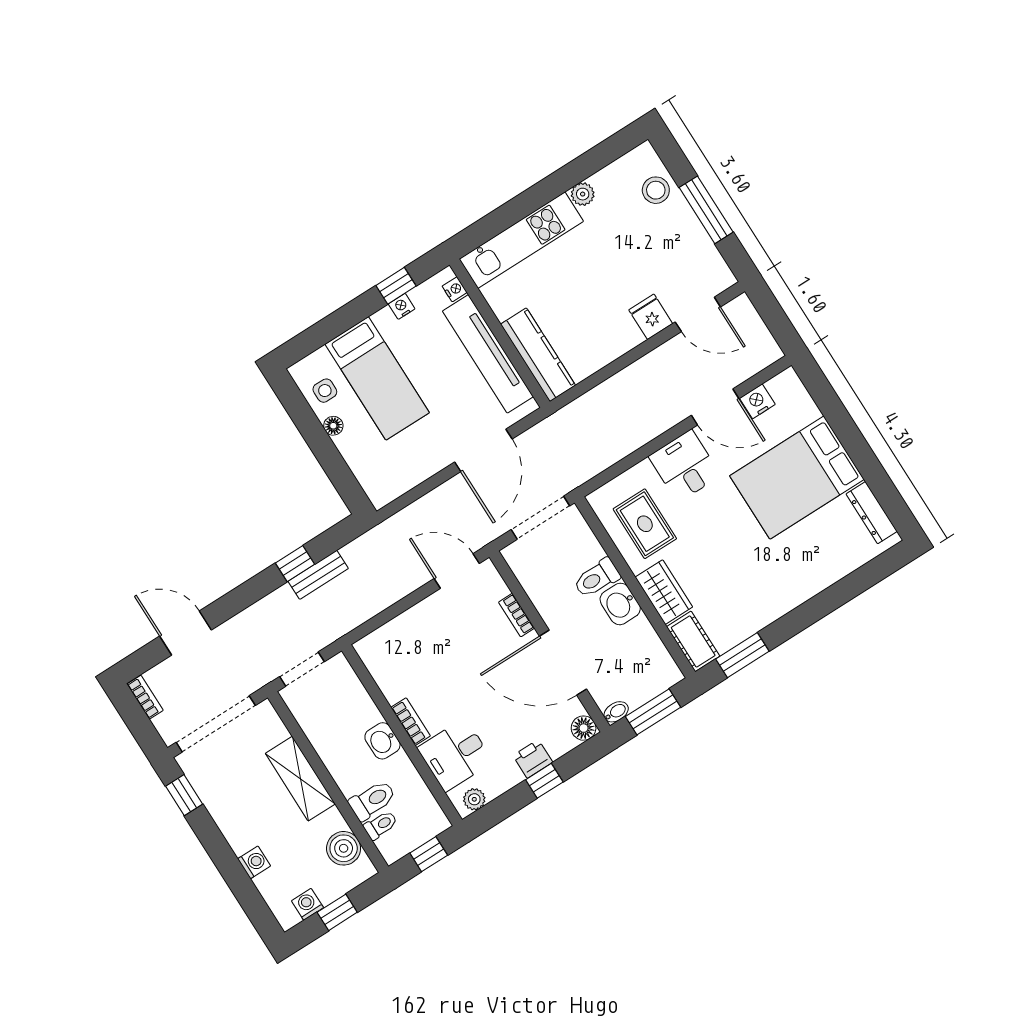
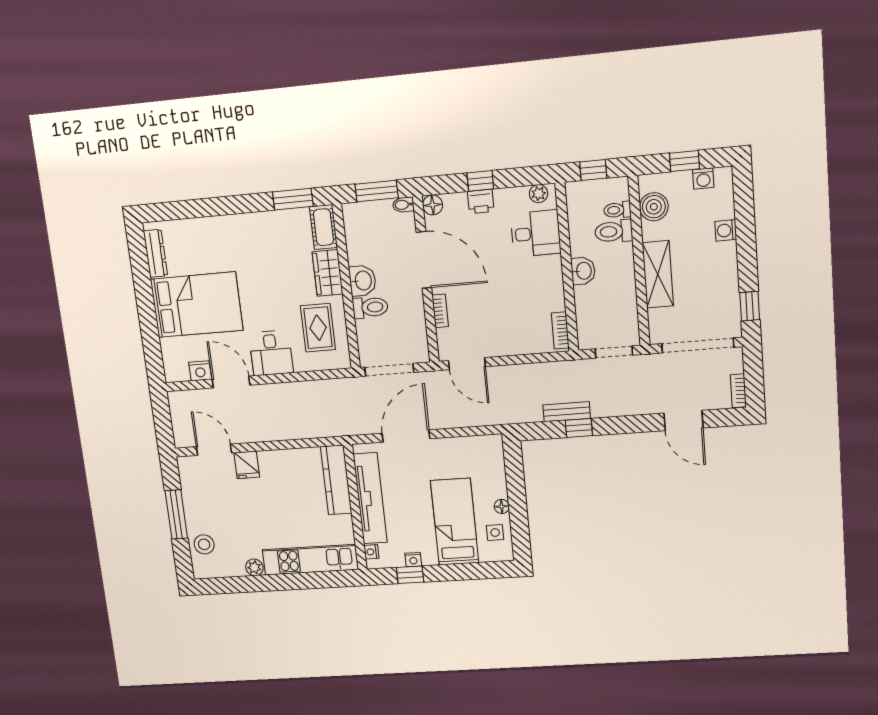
bookcase: (411, 722) -> (560, 331), moved

